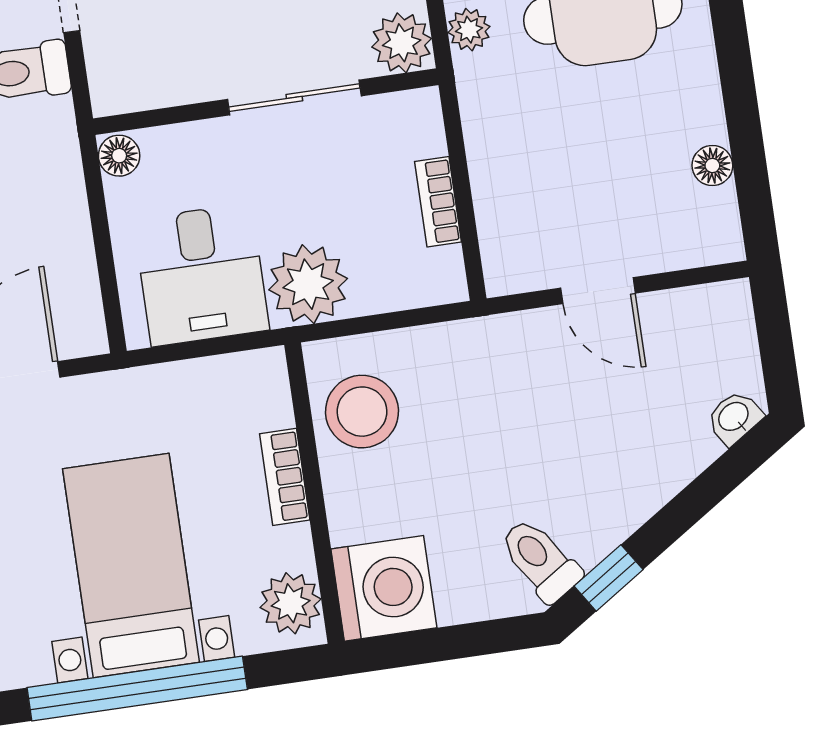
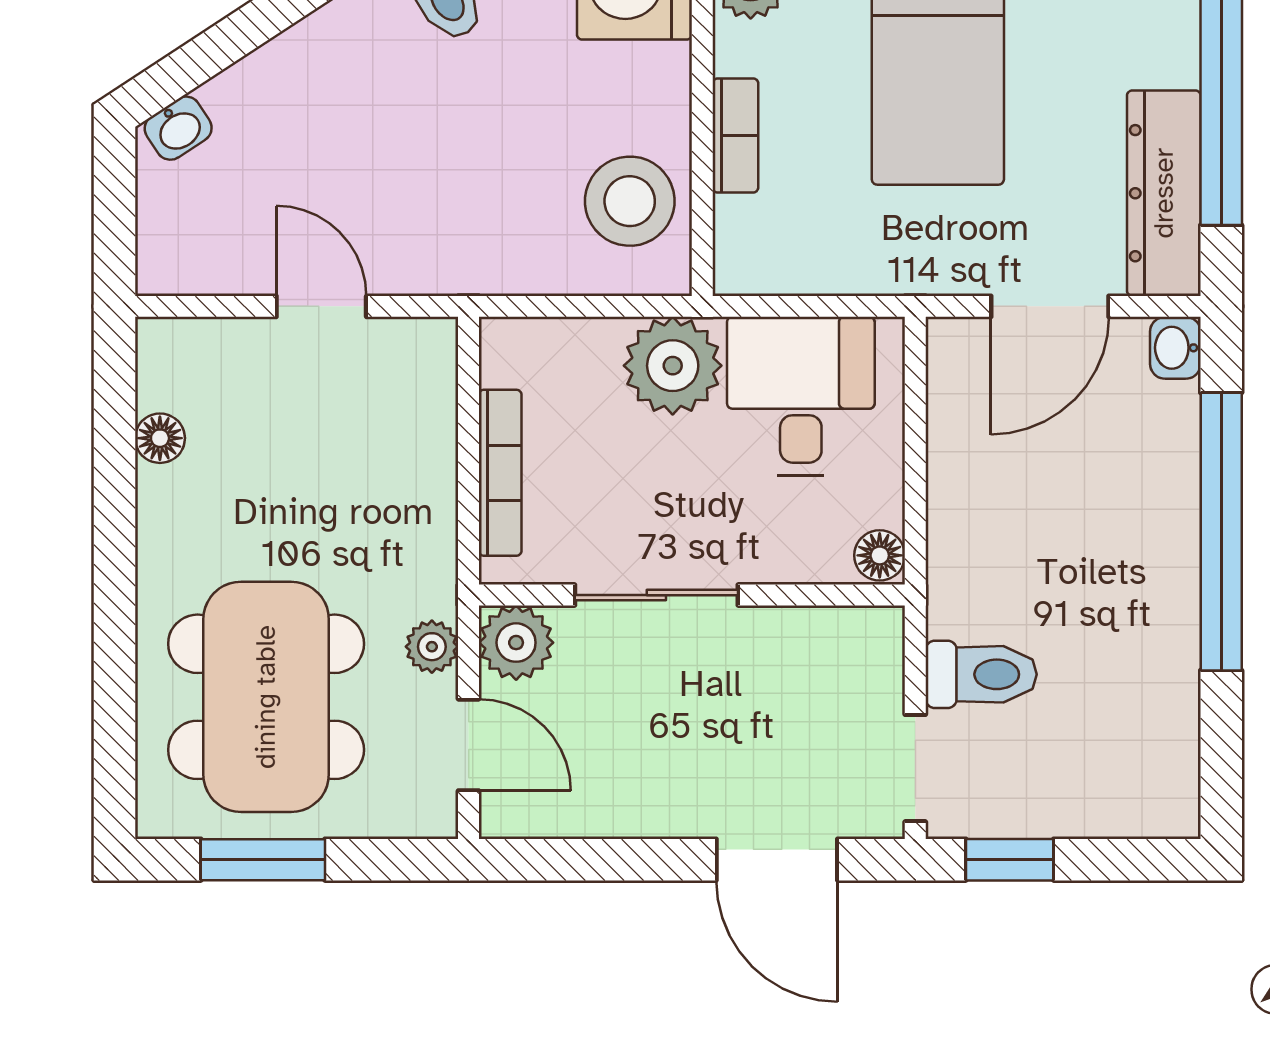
bookcase: (438, 202) -> (500, 473), width x1.56

